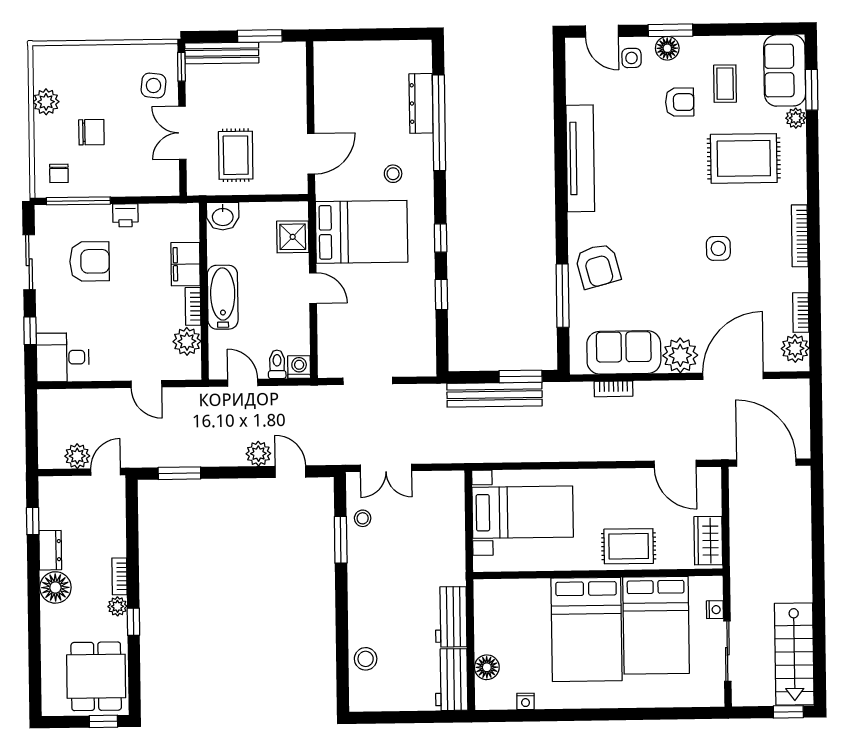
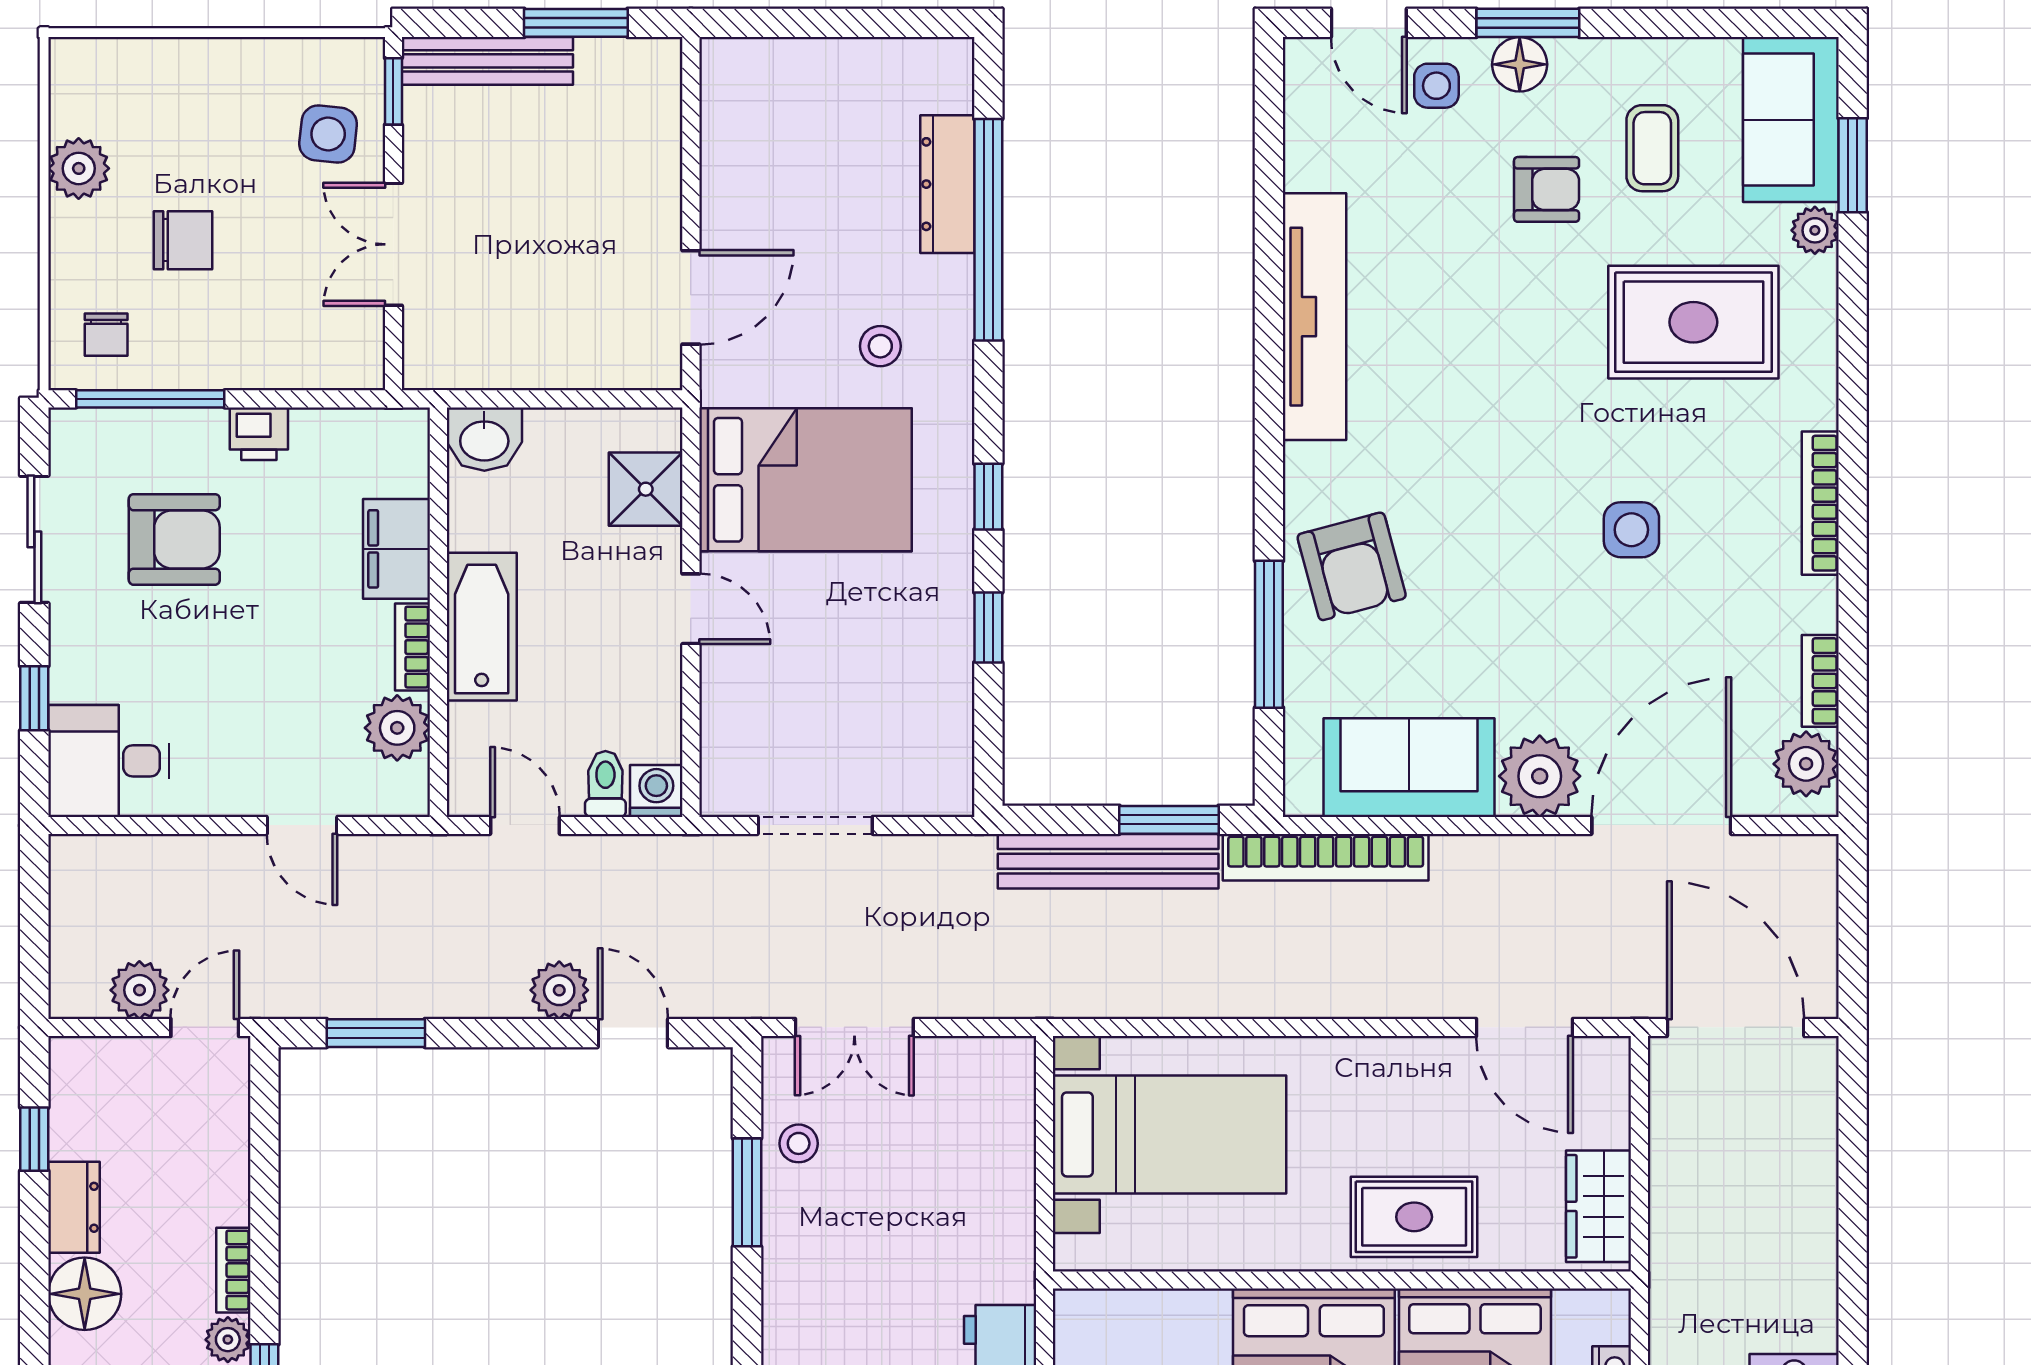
rug: (236, 155) -> (516, 298), removed
bookcase: (613, 389) -> (1326, 857), width x2.31, depth x1.31

